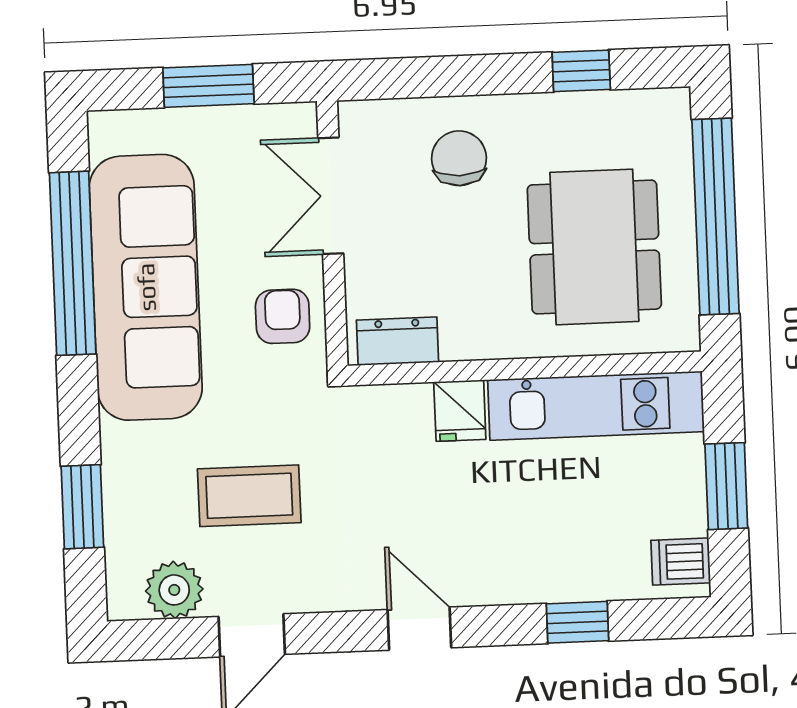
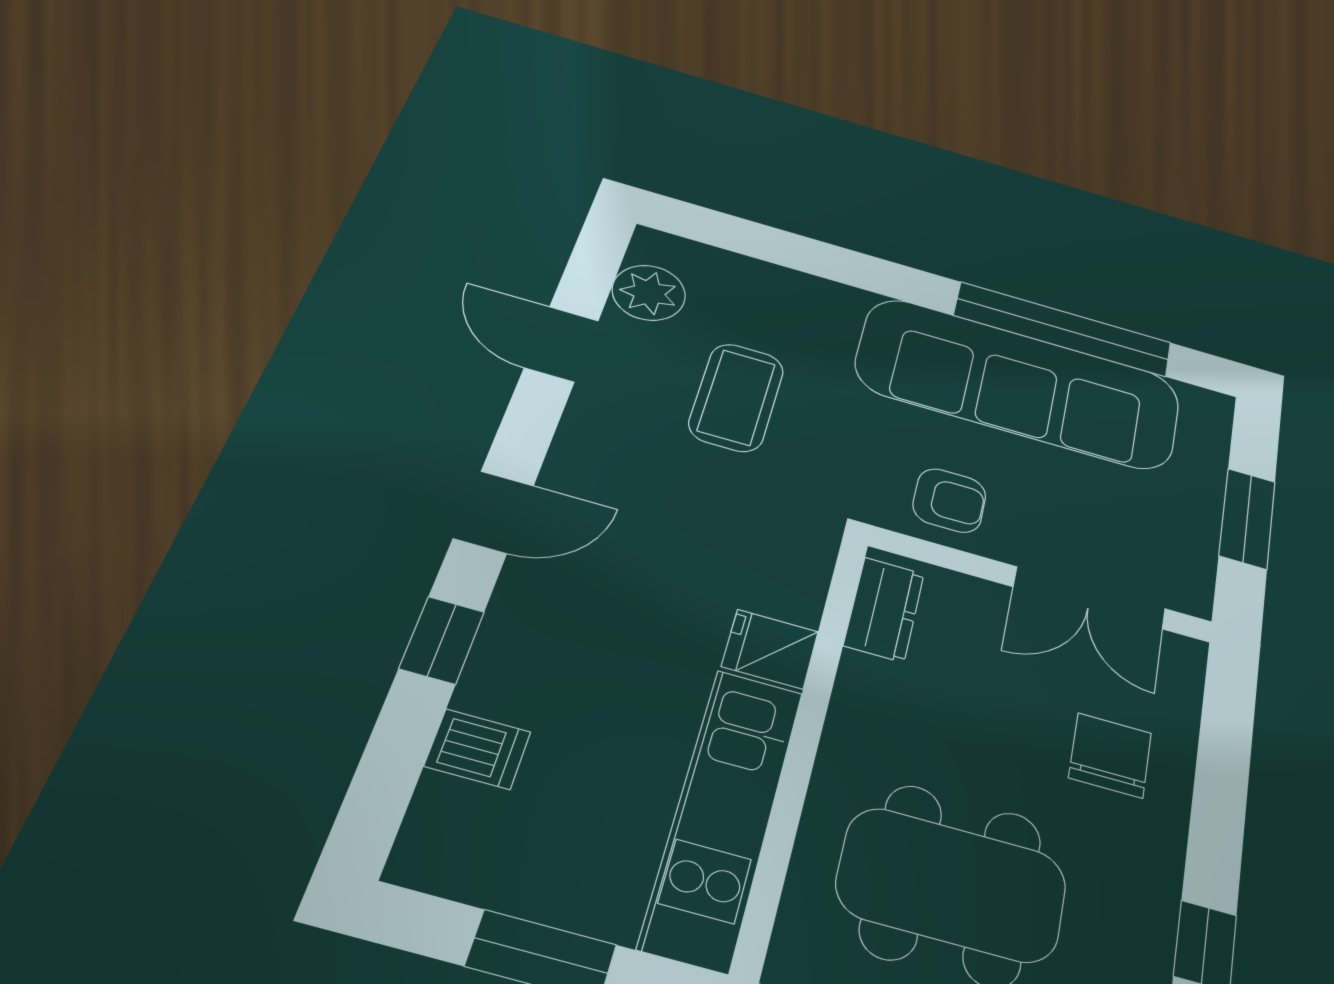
chair: (459, 158) -> (1110, 755), turned -90
double door: (331, 196) -> (1090, 598), swing flipped
window: (82, 507) -> (779, 247), removed
dishwasher: (681, 562) -> (478, 749), moved, turned 90
window: (577, 622) -> (442, 640), moved

